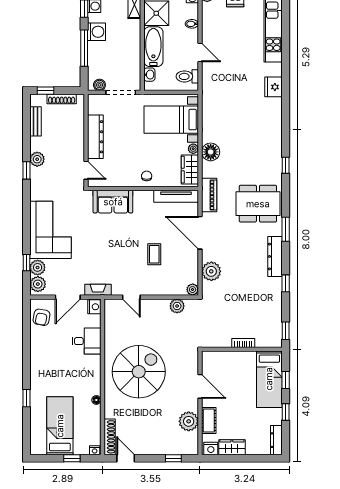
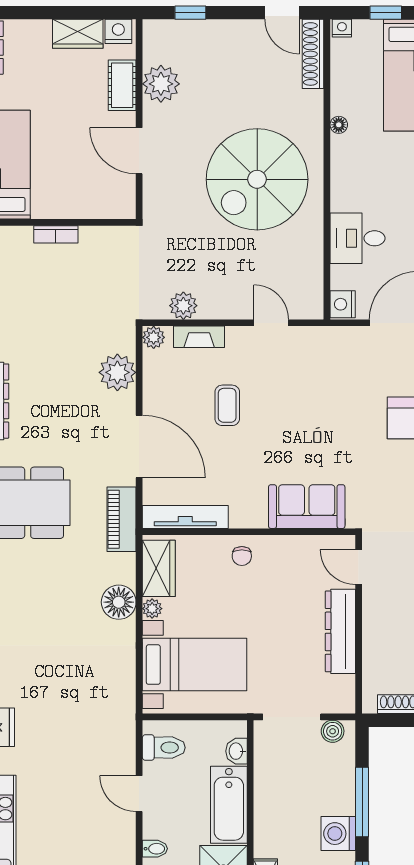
fireplace: (98, 290) -> (199, 337), moved

